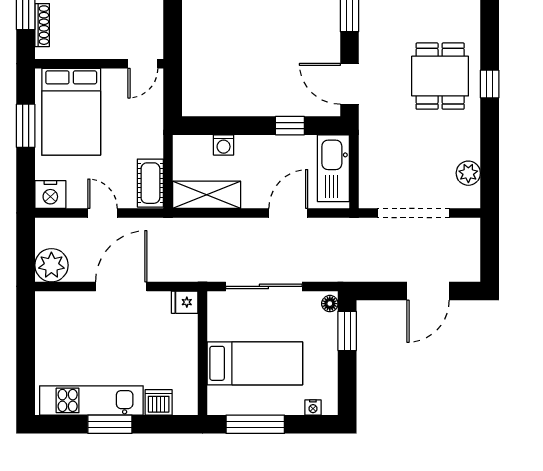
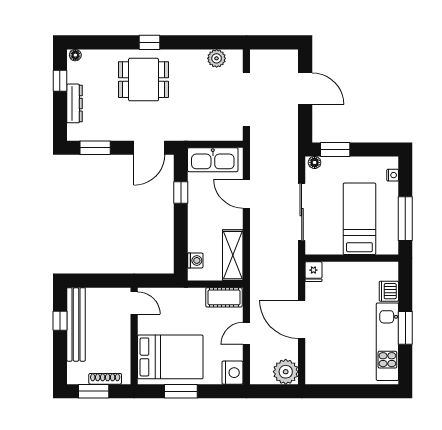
washing machine: (224, 145) -> (195, 260), moved

